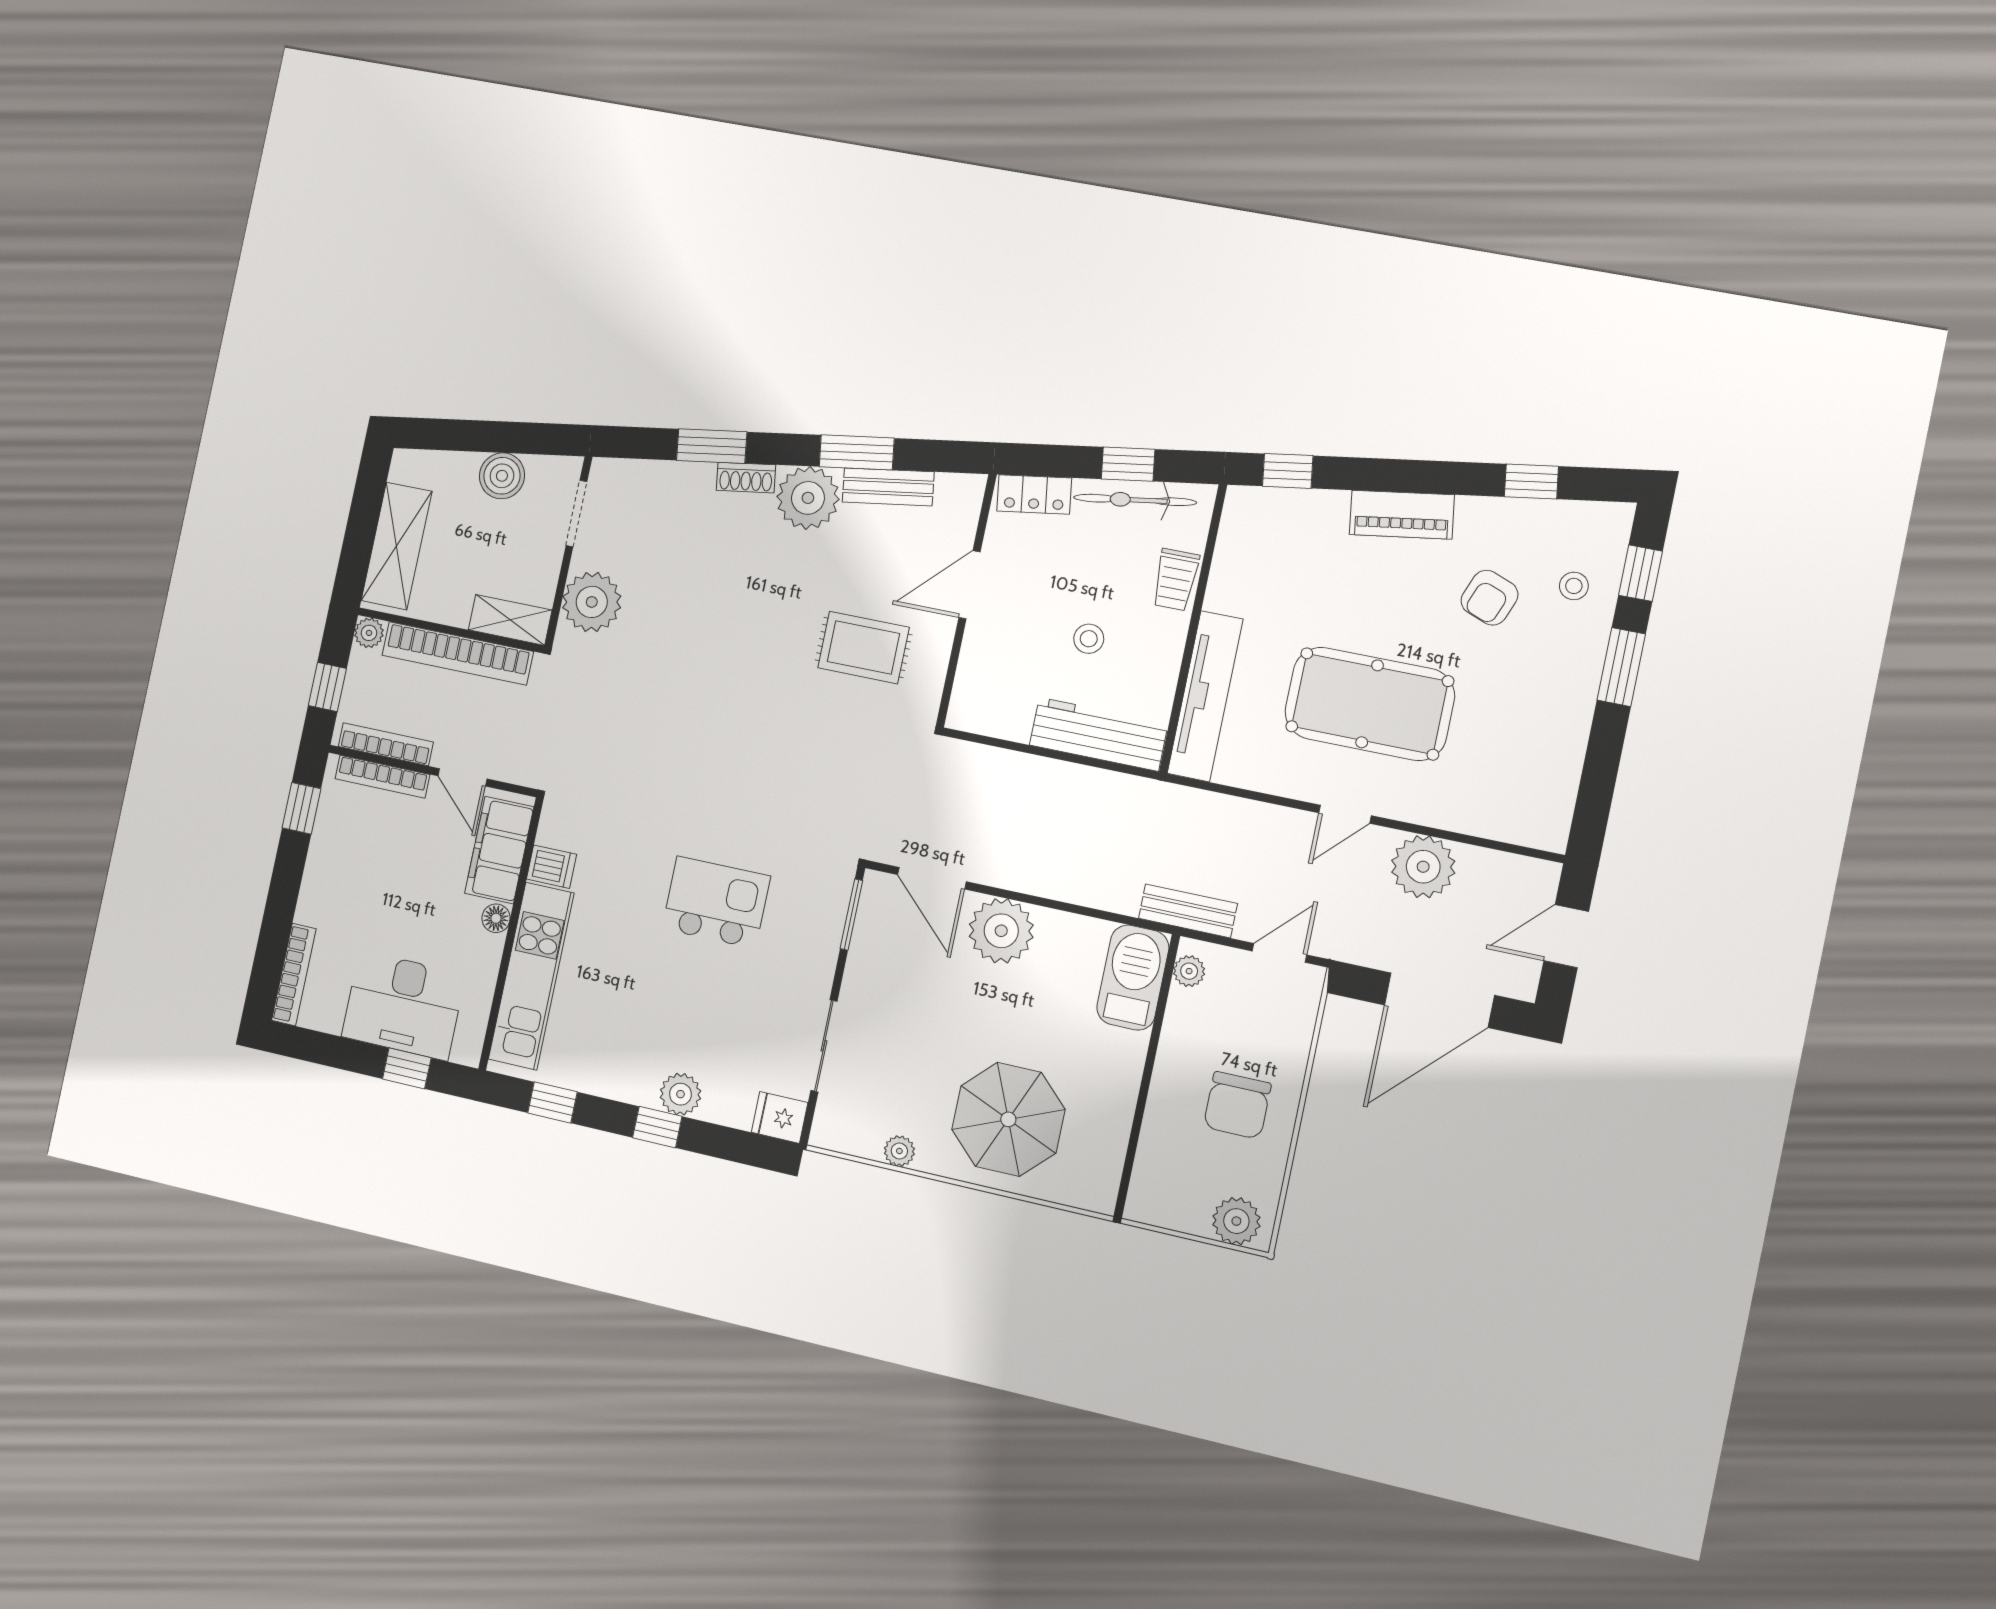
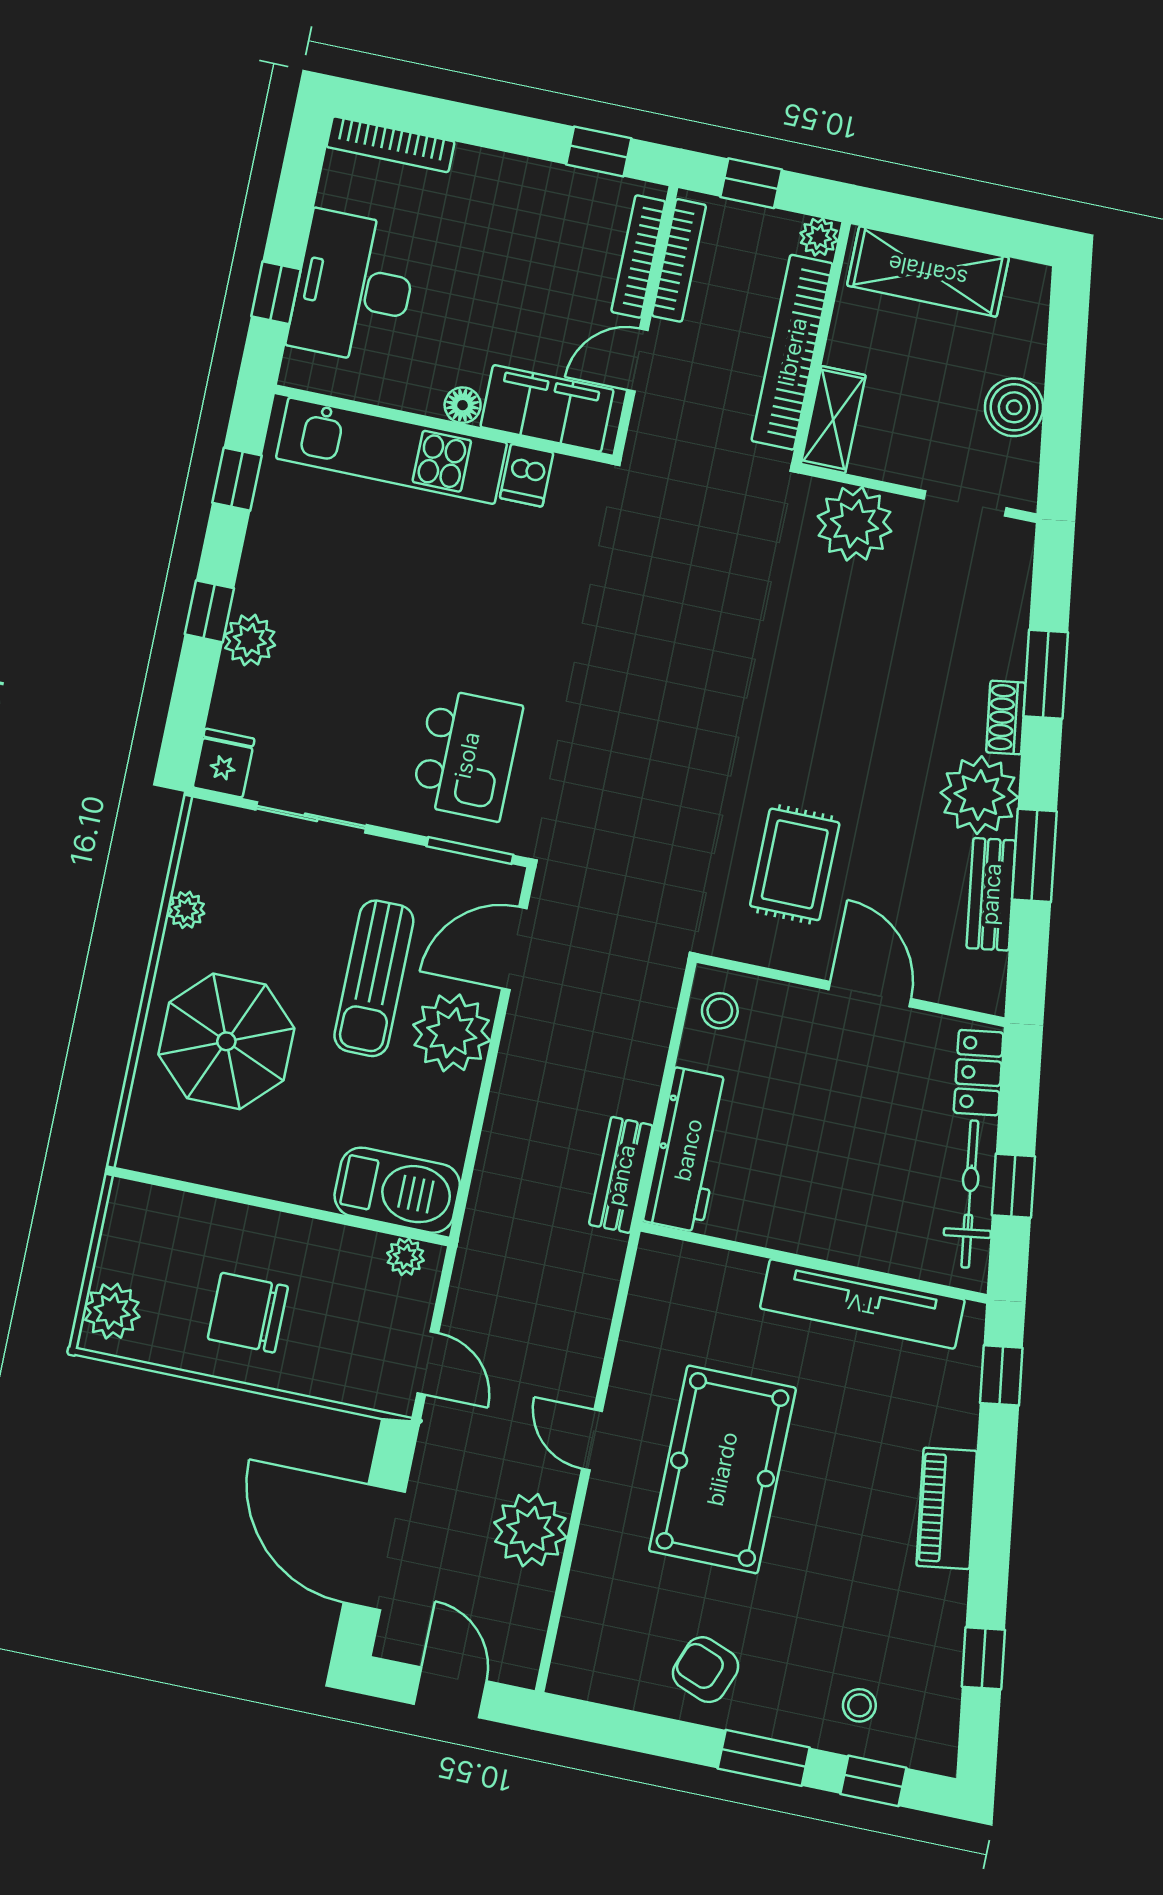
trolley: (1176, 580) -> (873, 1242), removed
armchair: (1489, 598) -> (706, 1670), moved
stool: (1089, 639) -> (720, 1011), moved
tv unit: (1205, 696) -> (862, 1304), moved
kitchen island: (716, 902) -> (467, 755), moved
bench: (1188, 911) -> (621, 1175), moved
sun lounger: (956, 995) -> (374, 978), added

